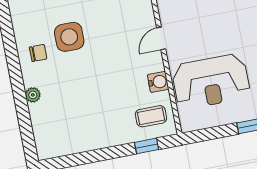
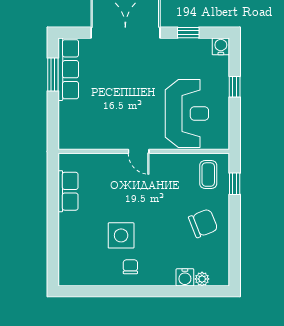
water cooler: (158, 82) -> (185, 277), moved, turned 180
plant: (33, 95) -> (202, 279), moved
chair: (99, 121) -> (203, 223), added

